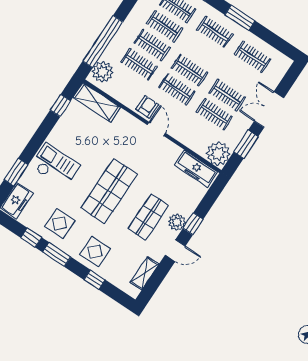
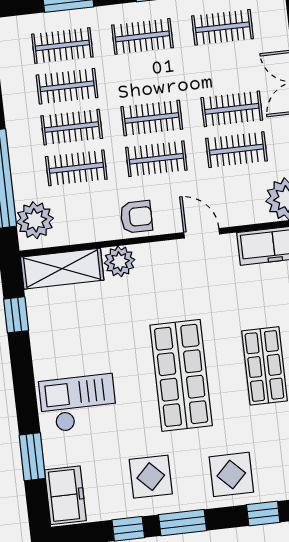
armchair: (147, 107) -> (136, 217), turned 90
plant: (124, 120) -> (120, 261), added
door: (156, 129) -> (202, 233), moved

